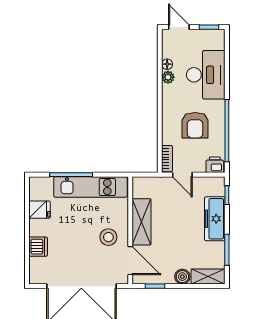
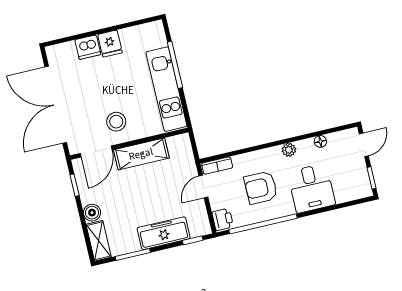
desk: (206, 75) -> (311, 188), width x0.73
plant: (168, 77) -> (289, 150), moved
fridge: (40, 210) -> (110, 44), moved

